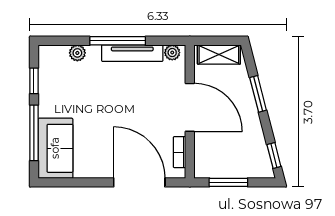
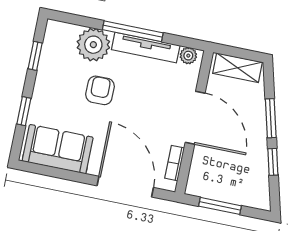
plant: (77, 53) -> (93, 45), width x1.88, depth x1.88
armchair: (99, 100) -> (100, 90), added
window: (34, 133) -> (24, 111), width x0.46
sofa: (55, 148) -> (58, 149), moved, turned -90
window: (274, 155) -> (273, 162), moved

